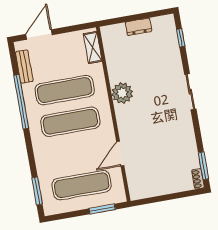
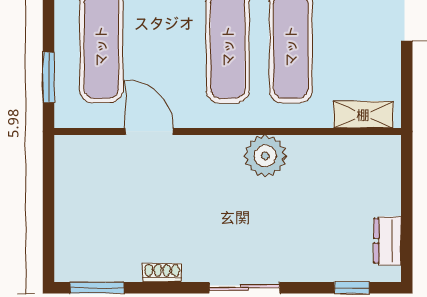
dresser: (139, 27) -> (387, 241), moved
shoe rack: (198, 179) -> (162, 273), moved

